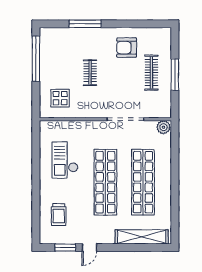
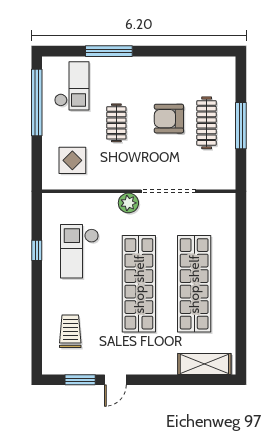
checkout: (60, 47) -> (72, 86), added
armchair: (127, 48) -> (169, 119), moved
plant: (163, 127) -> (128, 203), moved
window: (36, 159) -> (37, 250), added
trolley: (59, 215) -> (70, 331), turned 180
shelving: (142, 237) -> (204, 364), width x0.68

